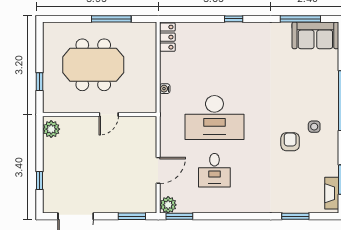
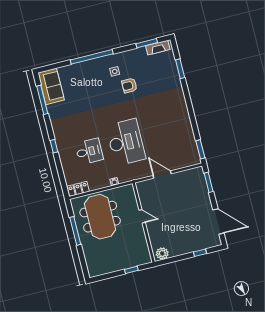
meeting table: (93, 65) -> (100, 217), moved
door: (158, 170) -> (162, 175), moved
desk: (214, 170) -> (89, 151), moved
plant: (168, 205) -> (194, 159), removed

